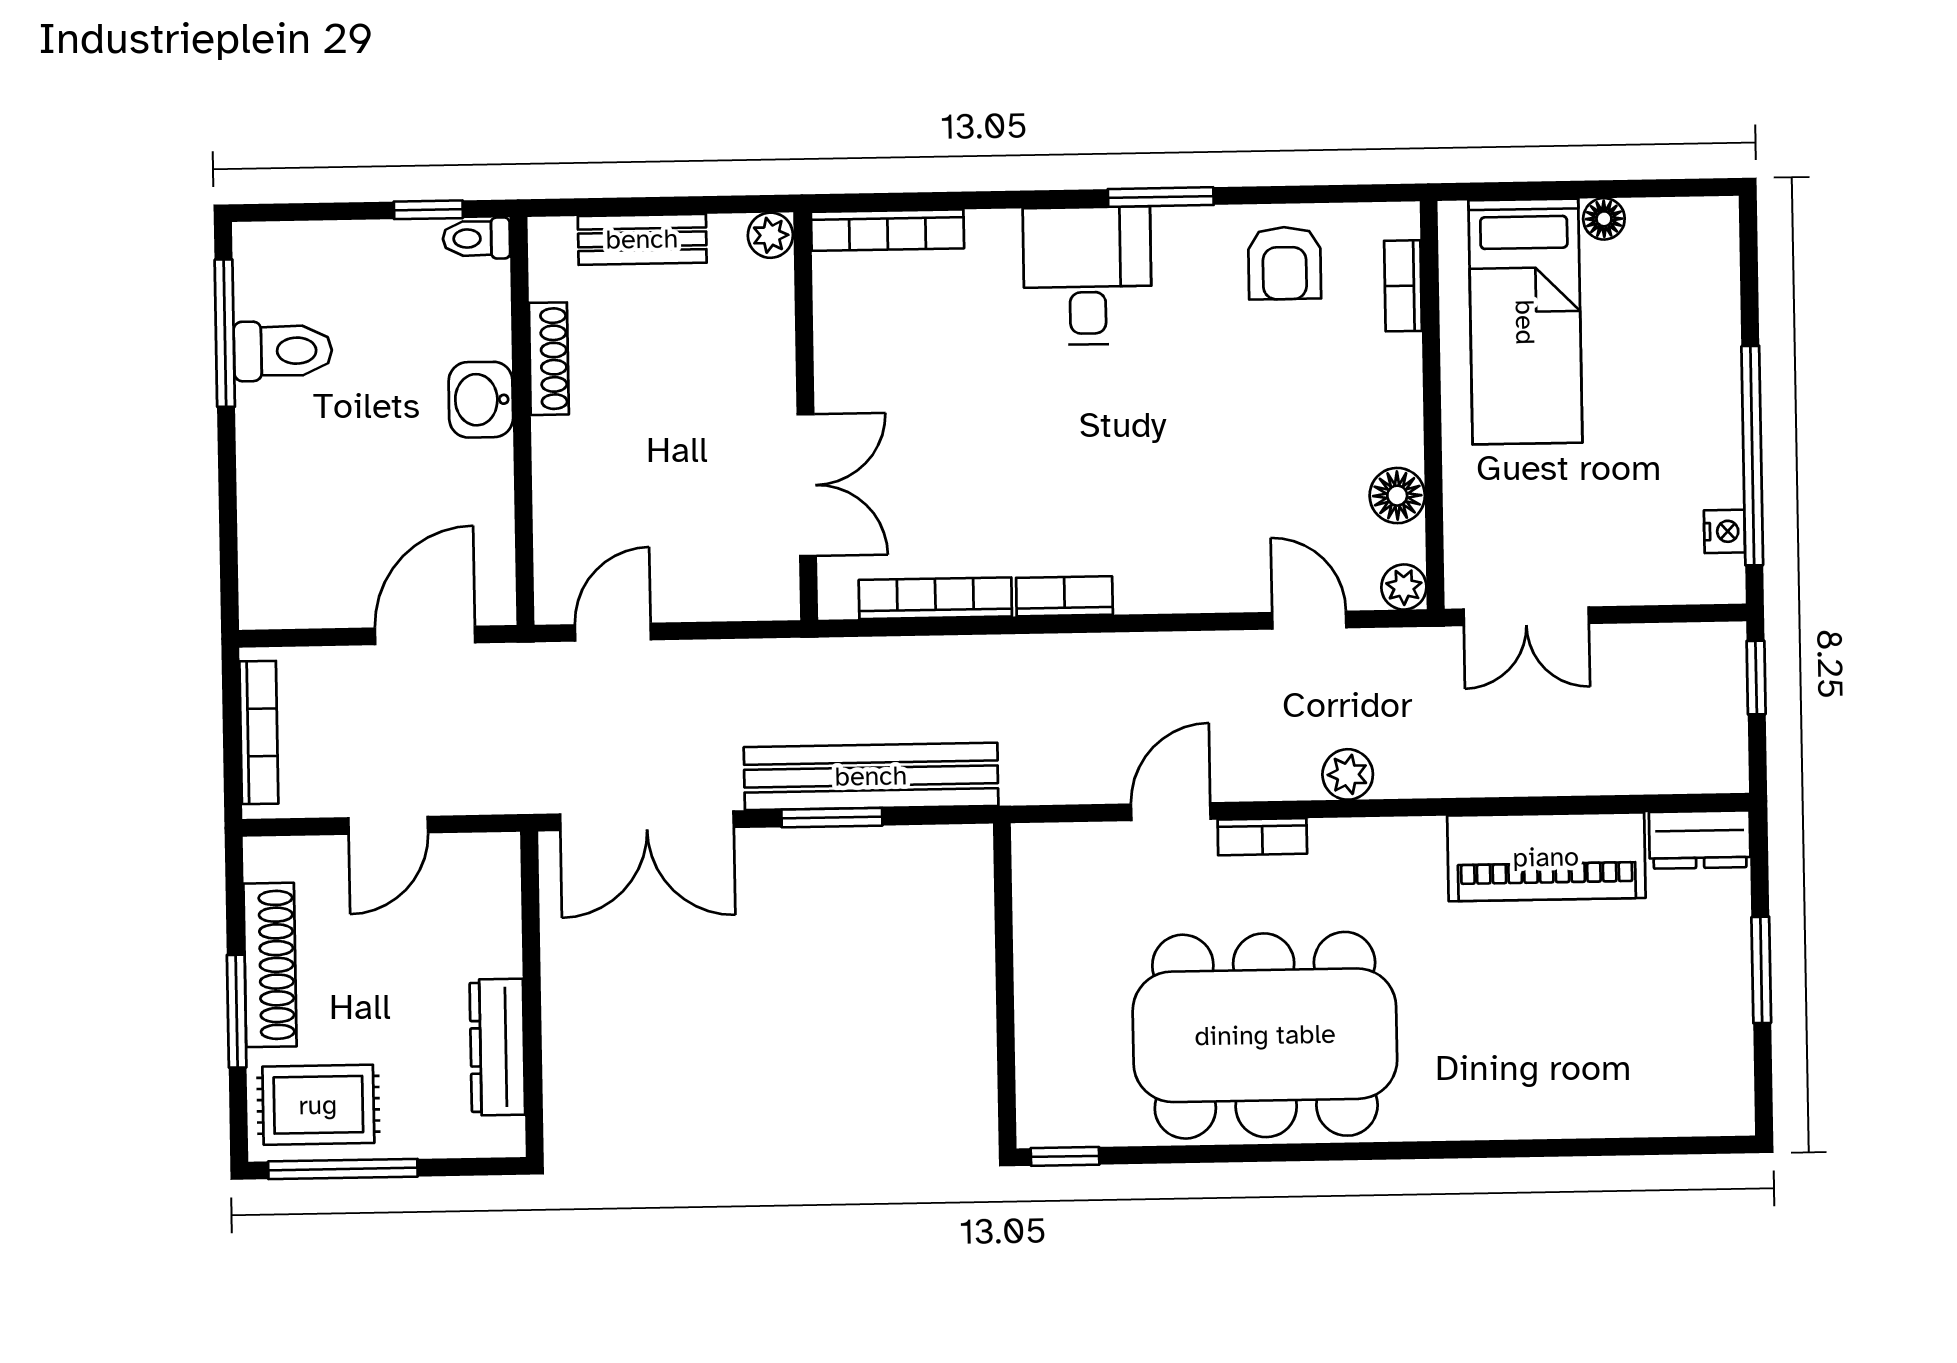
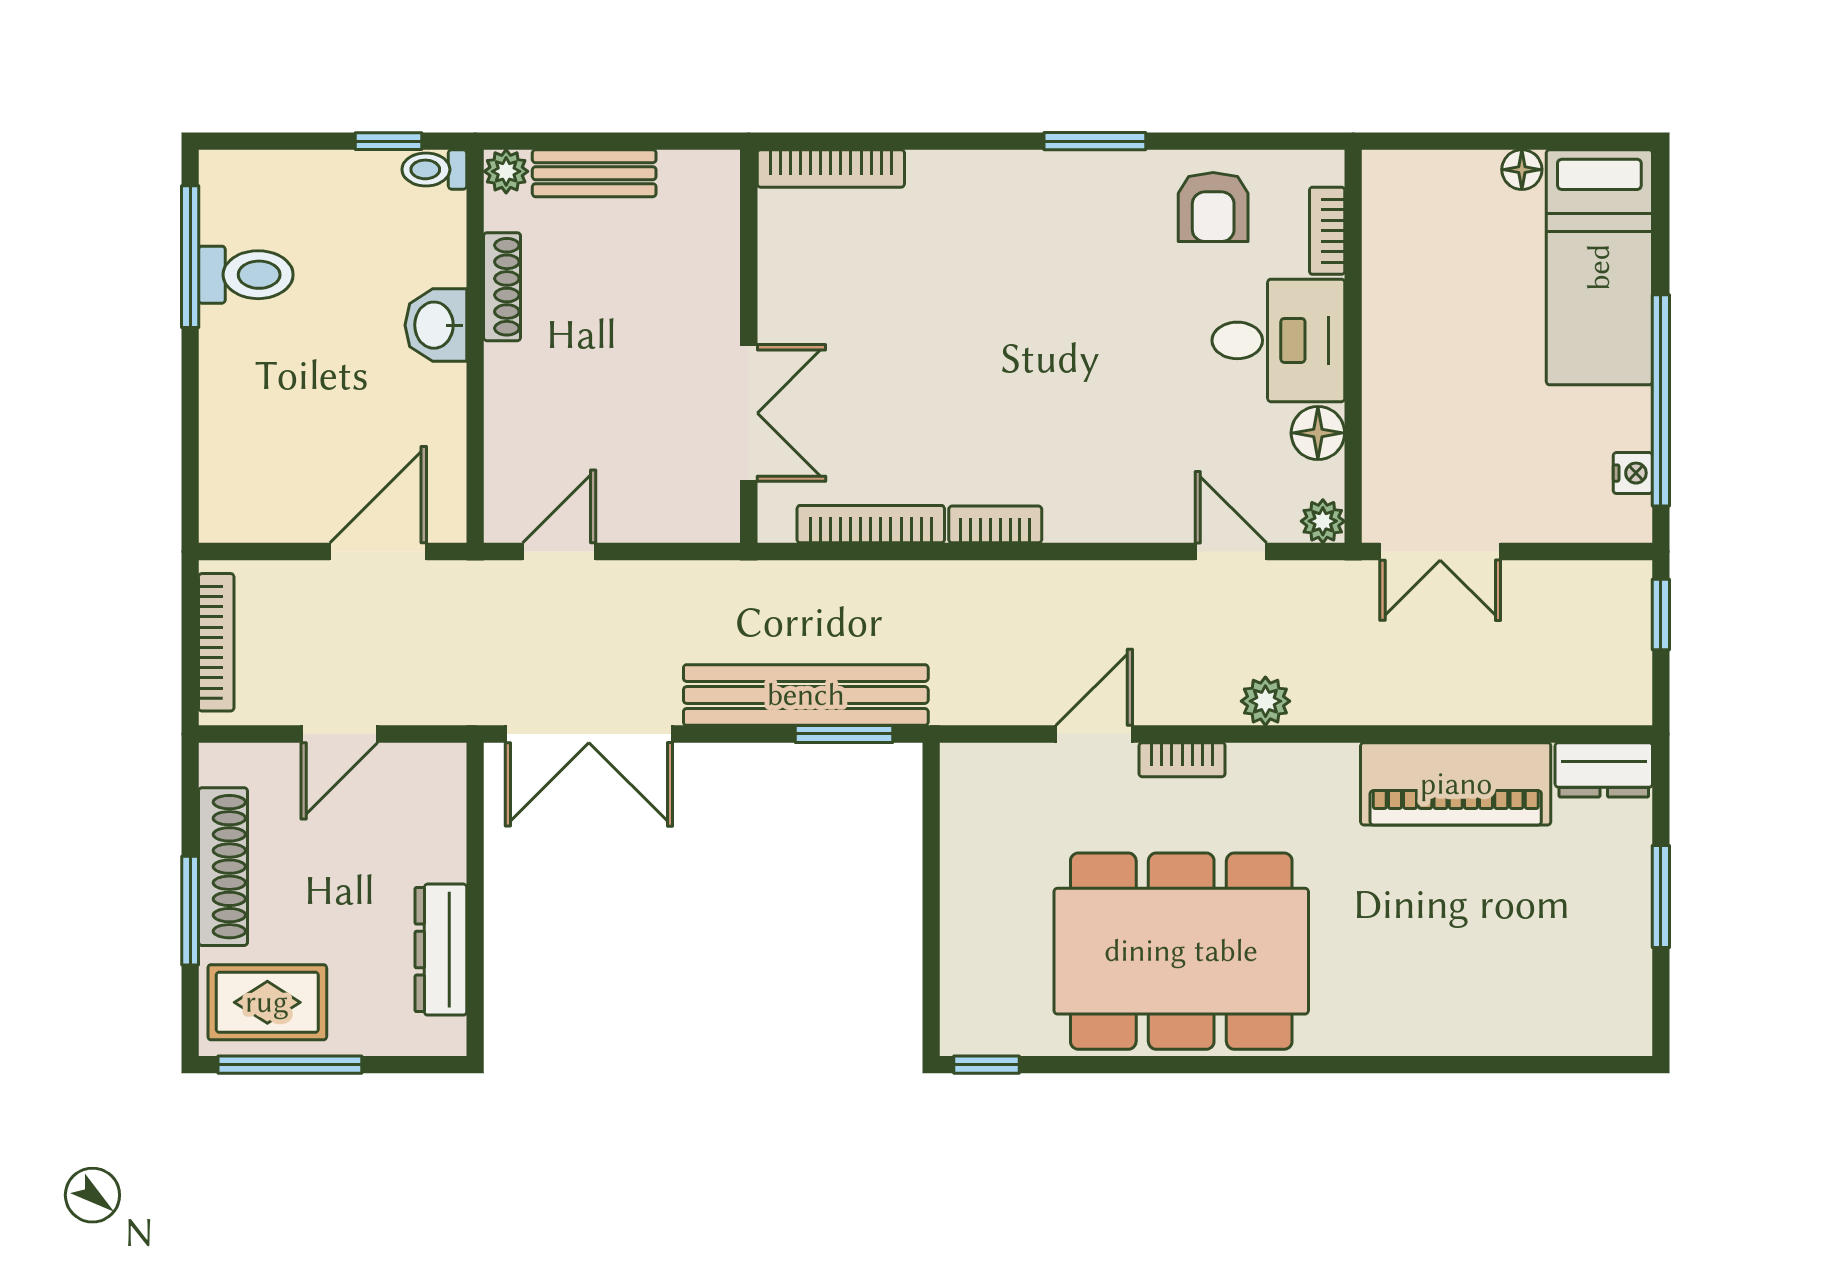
plant: (770, 235) -> (506, 171), moved
desk: (1087, 276) -> (1278, 340), moved, turned 90
bed: (1525, 322) -> (1599, 267), moved
window: (832, 818) -> (844, 734), moved

